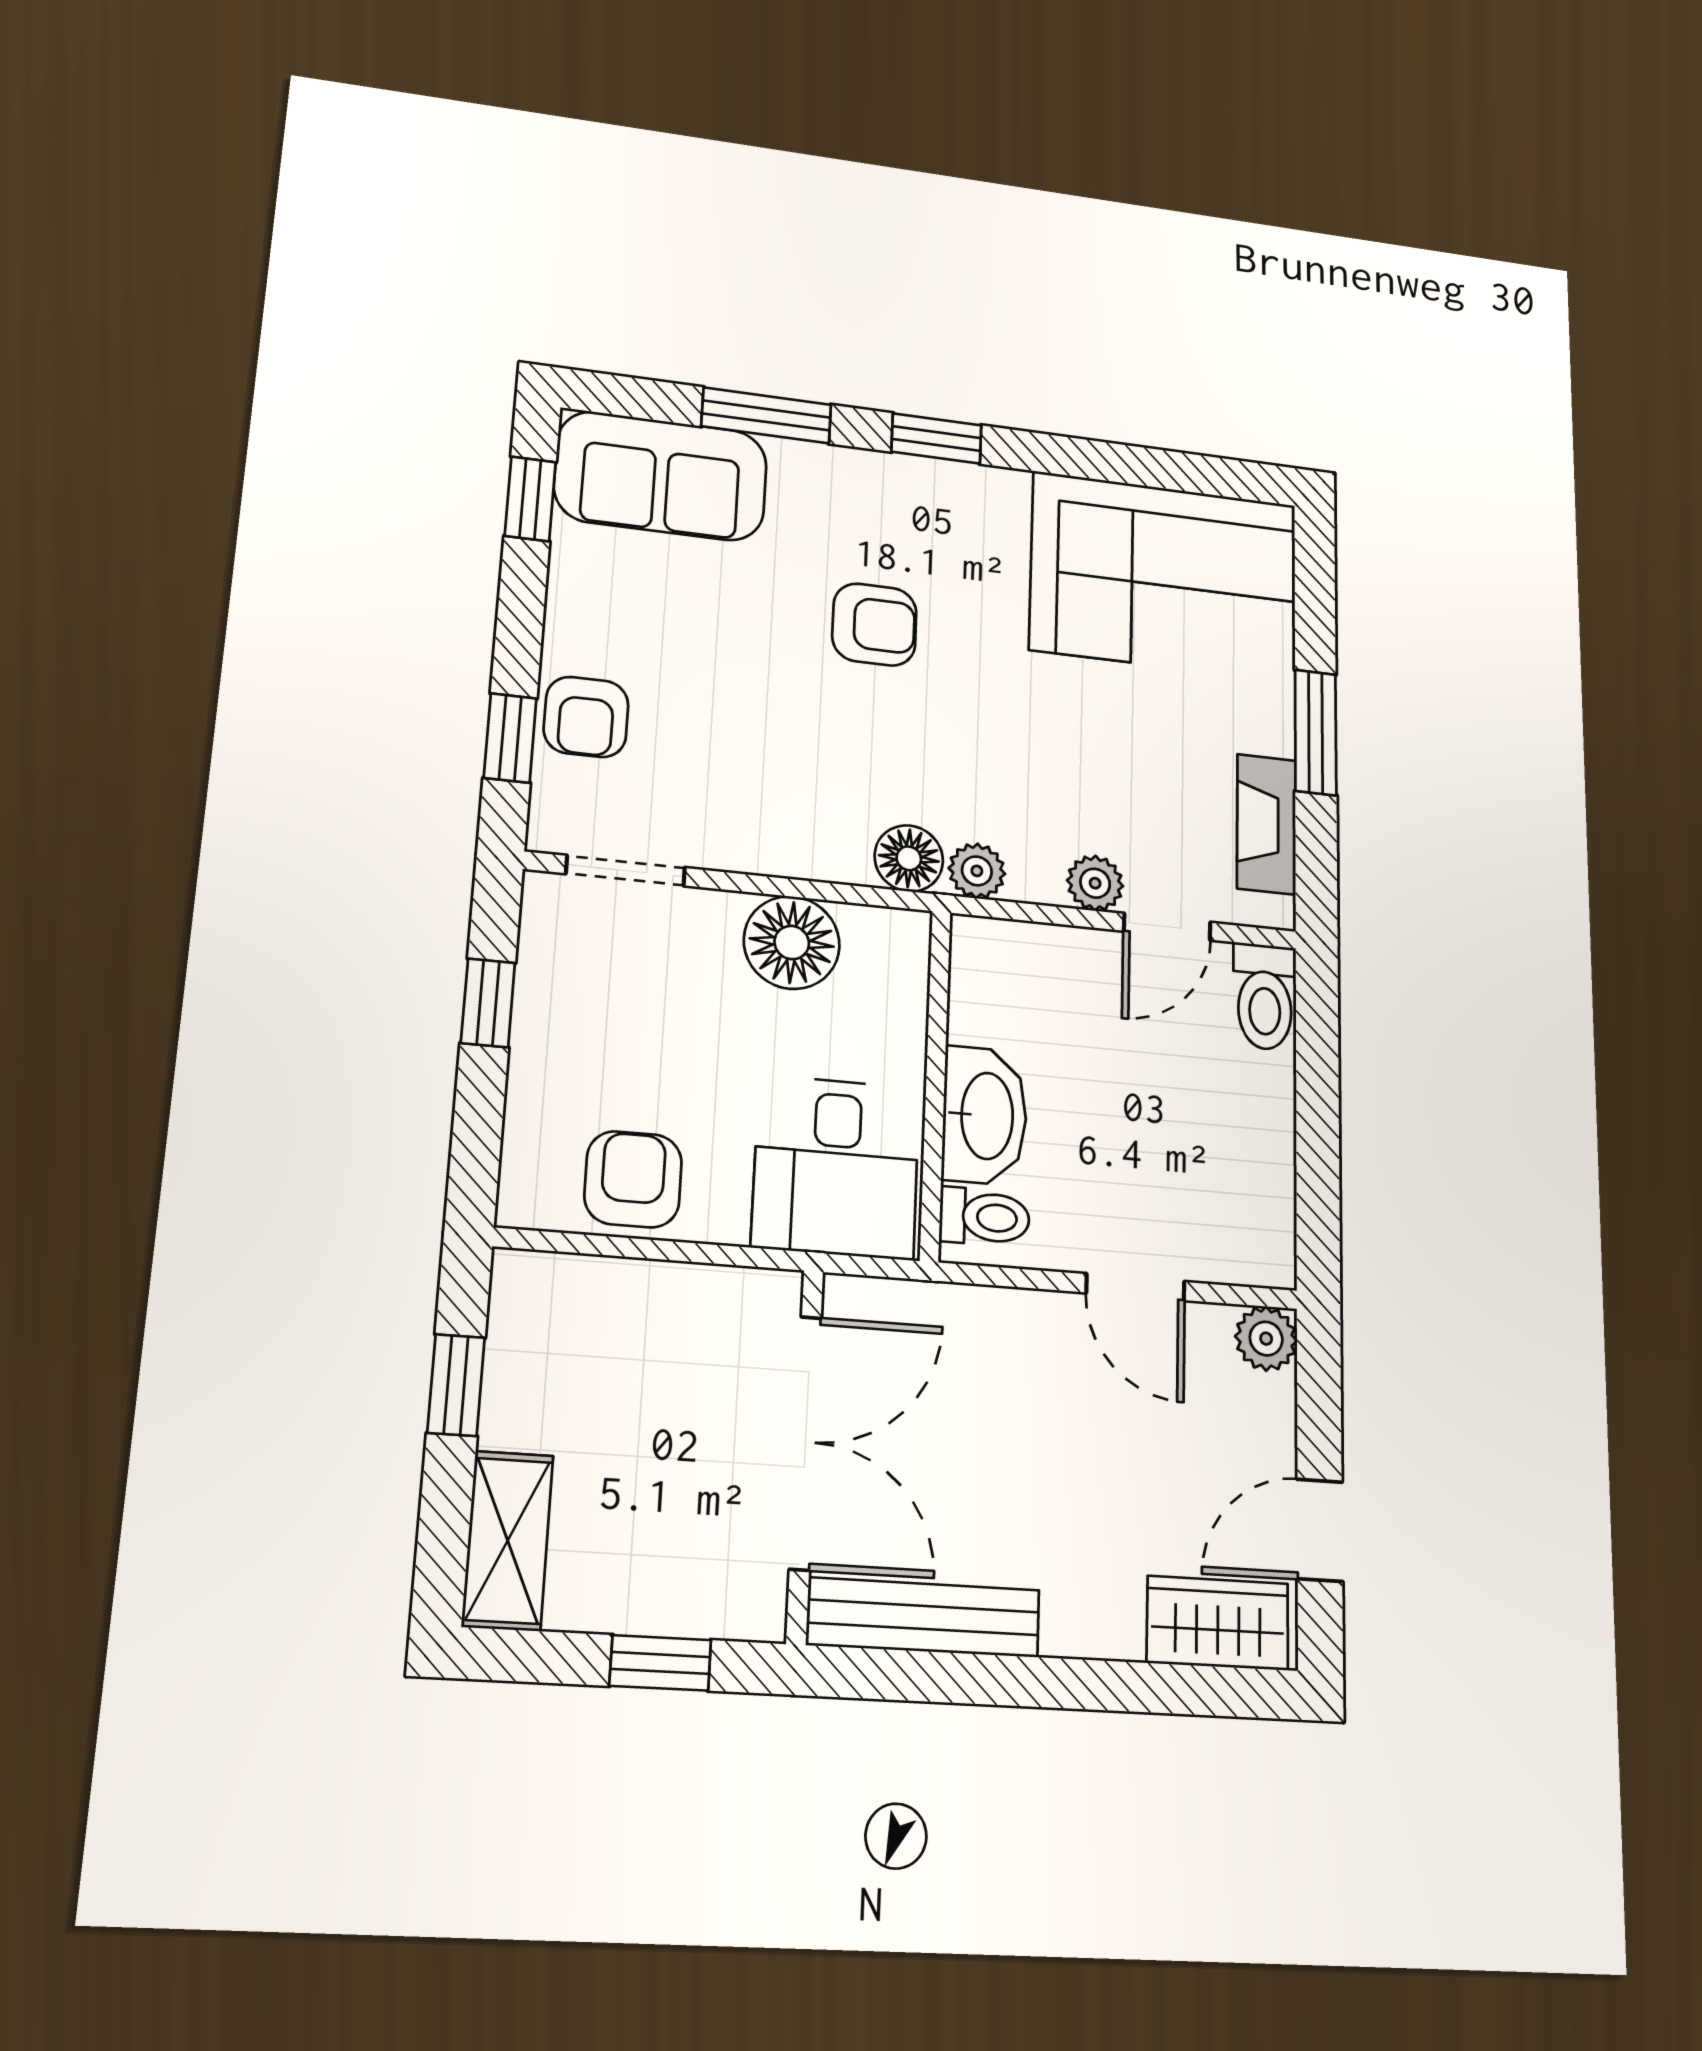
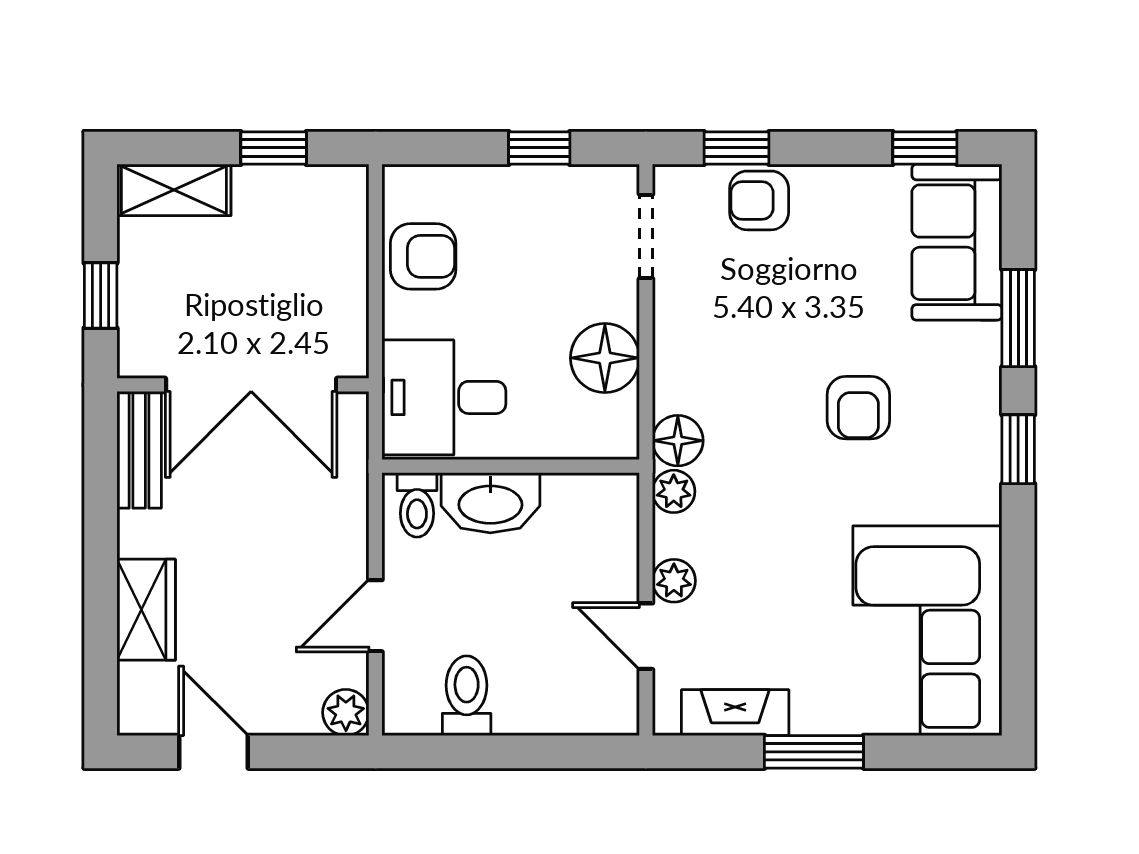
toilet: (1265, 997) -> (467, 696), moved, turned 90
bench: (924, 1617) -> (139, 450), width x0.73
wardrobe: (1218, 1623) -> (146, 610), moved

